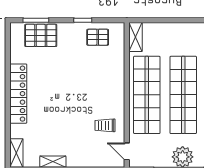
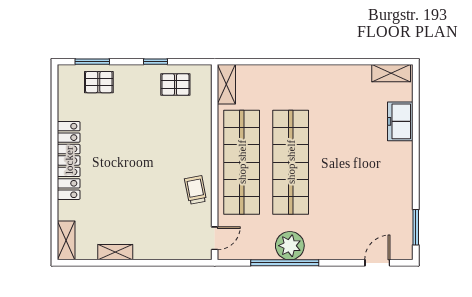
pallet: (41, 35) -> (99, 82), width x0.67, depth x0.71
trolley: (105, 125) -> (196, 190), moved, turned 79
door: (127, 151) -> (215, 238), swing flipped

